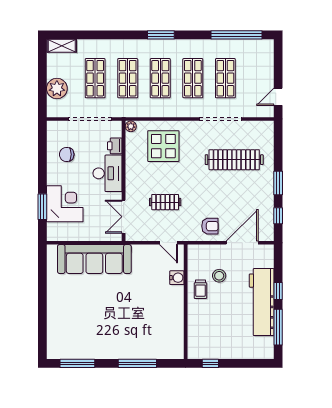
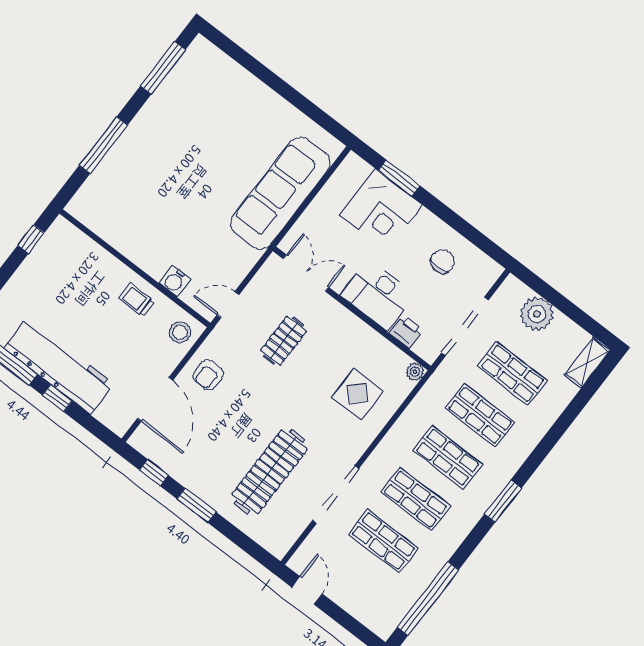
display table: (163, 146) -> (357, 394), width x0.73, depth x0.73
stool: (219, 276) -> (180, 332), moved

